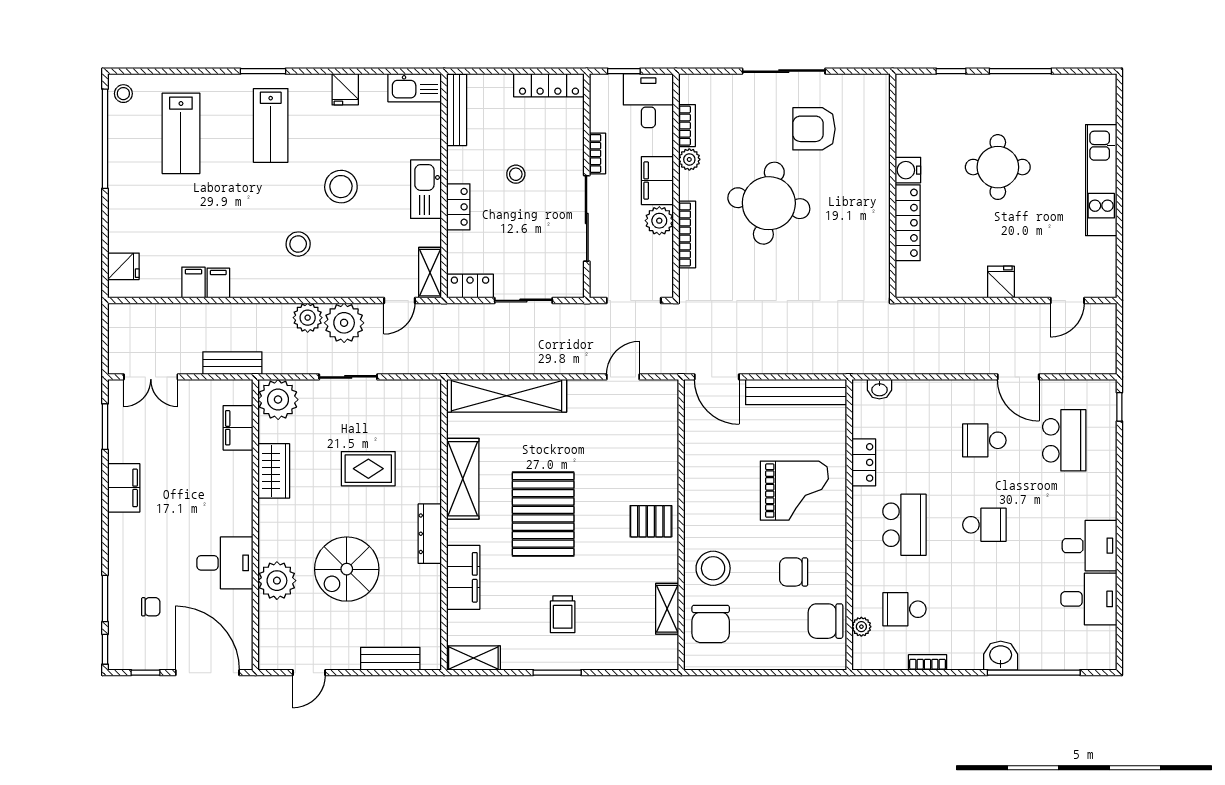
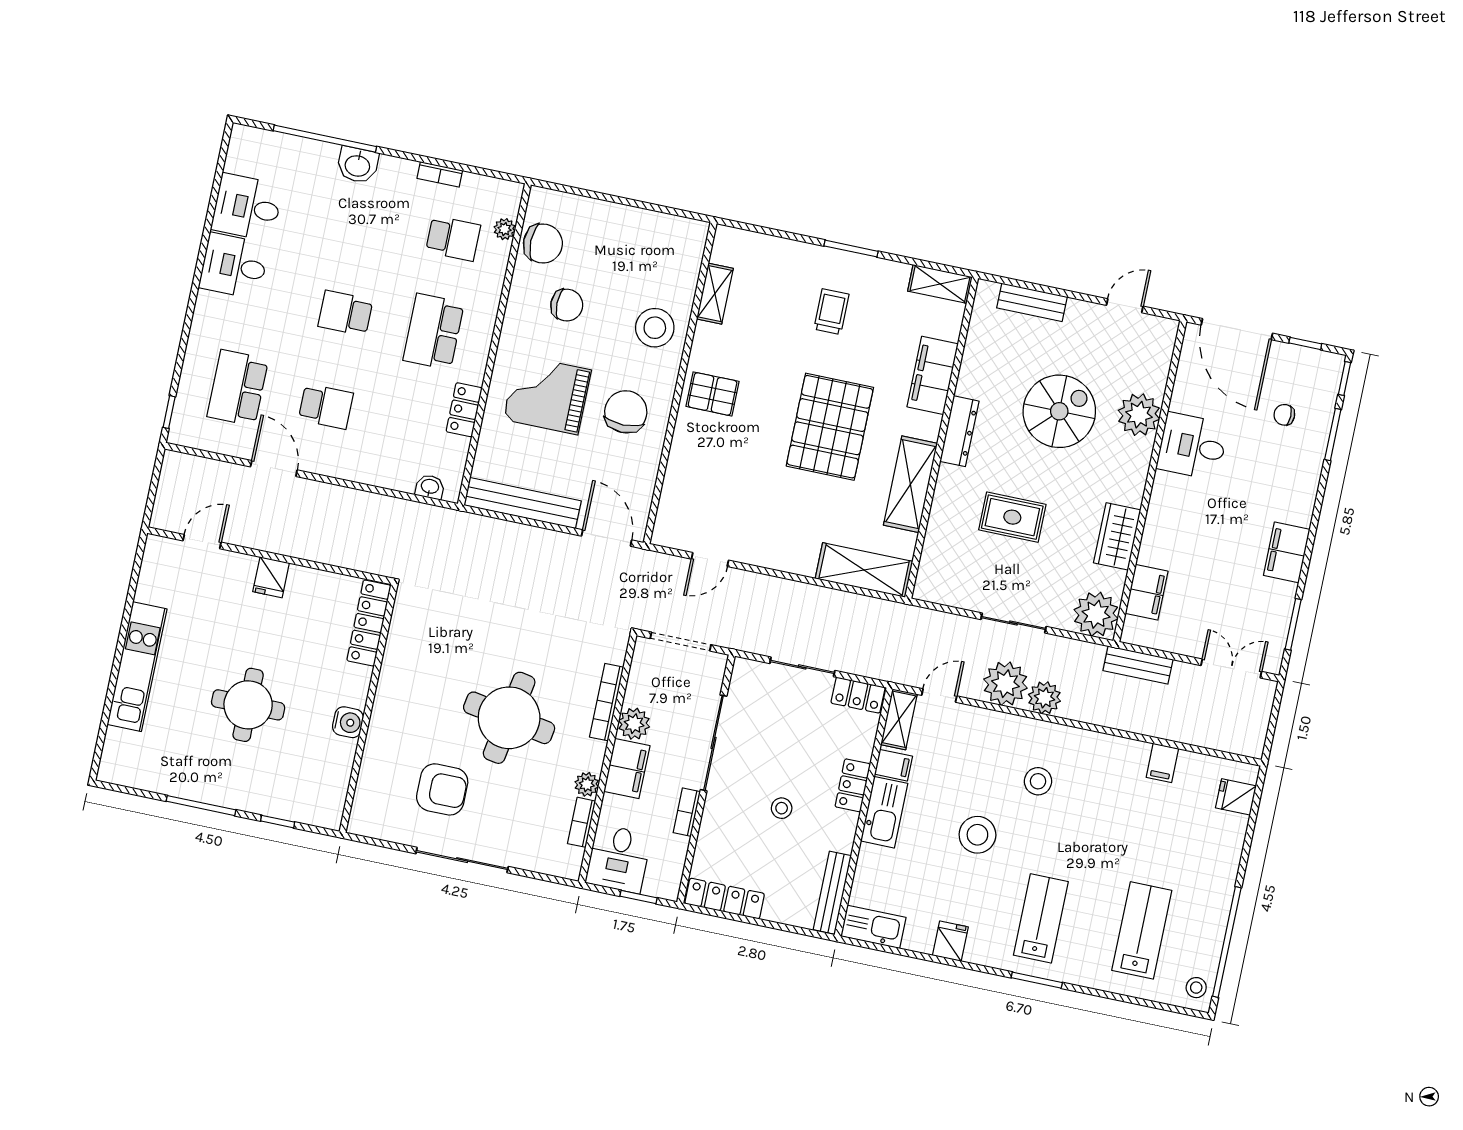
locker: (908, 223) -> (369, 623), moved
filing cabinet: (218, 283) -> (893, 765), moved, turned -90
shelving: (507, 396) -> (864, 570), width x0.68
chair: (711, 624) -> (626, 412), moved

